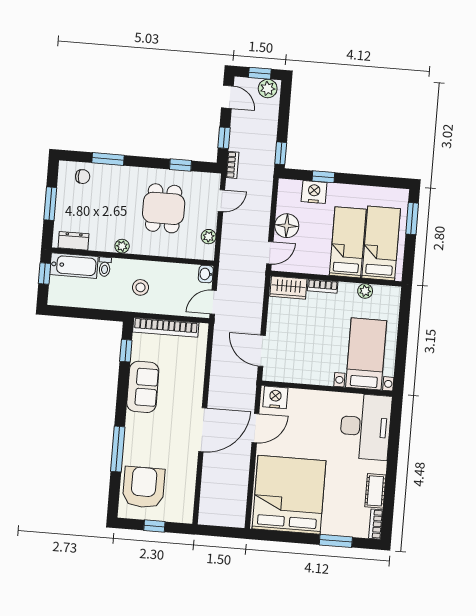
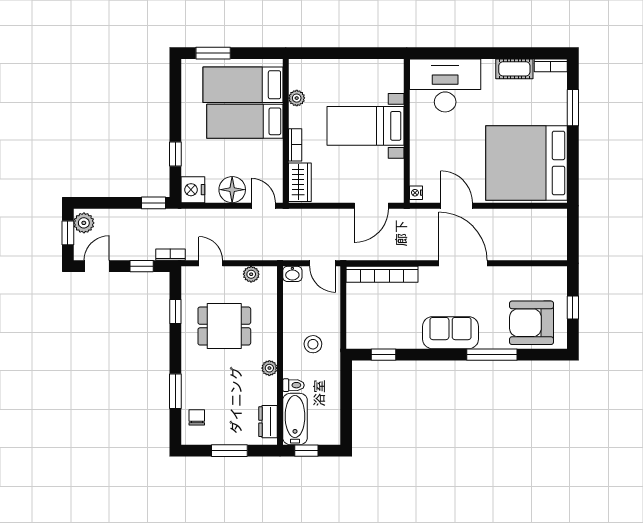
nightstand: (314, 192) -> (193, 190), moved
bookcase: (166, 327) -> (382, 274), moved, turned 90
bed with nightstands: (366, 354) -> (365, 126), moved
sofa: (143, 387) -> (451, 333), moved
nightstand: (275, 397) -> (416, 193), width x0.53, depth x0.56

